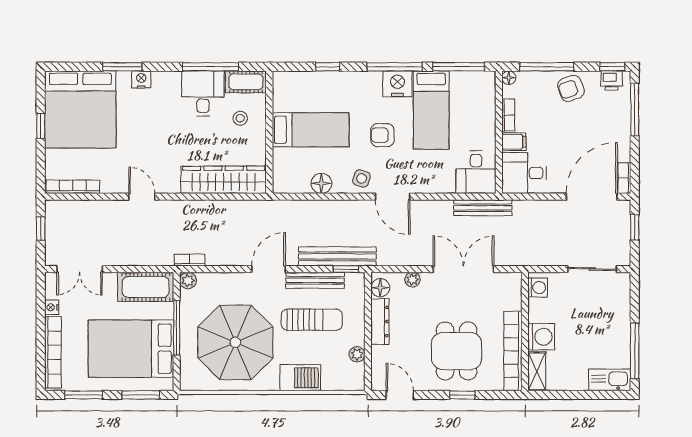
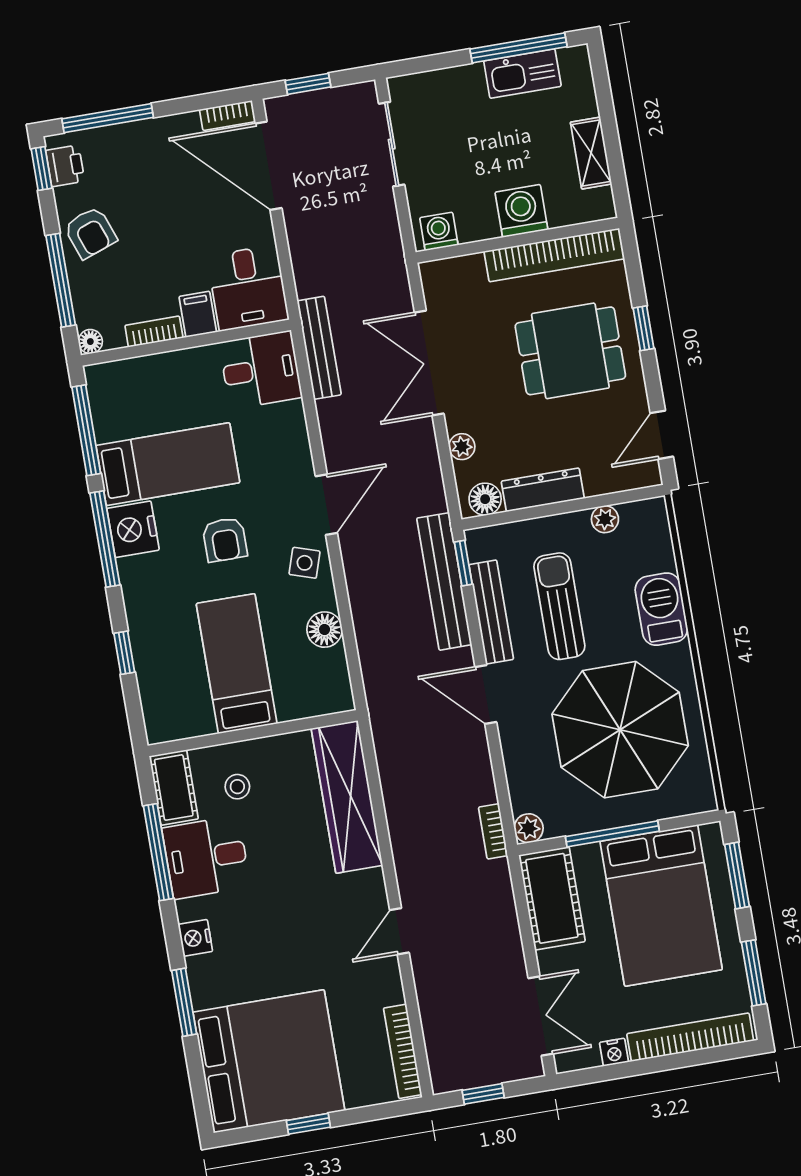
nightstand: (141, 79) -> (195, 938), moved
shelving: (537, 371) -> (591, 153), moved, turned 90
kitchen sink: (610, 380) -> (522, 74), moved, turned -90

